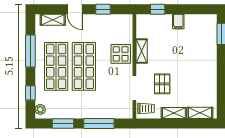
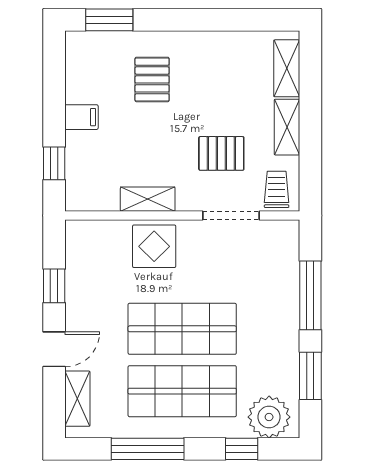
pallet: (195, 53) -> (152, 79), added
plant: (40, 109) -> (269, 417), width x1.88, depth x1.88

